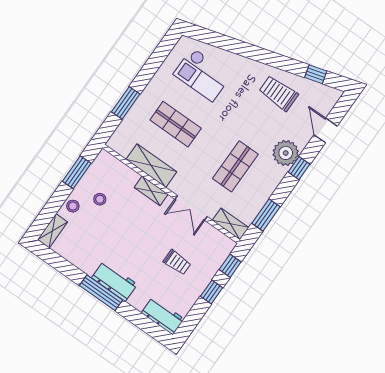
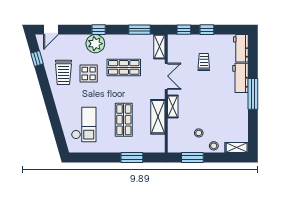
display table: (257, 121) -> (89, 74), added
door: (326, 130) -> (51, 30), moved
workbench: (115, 281) -> (240, 78), moved

